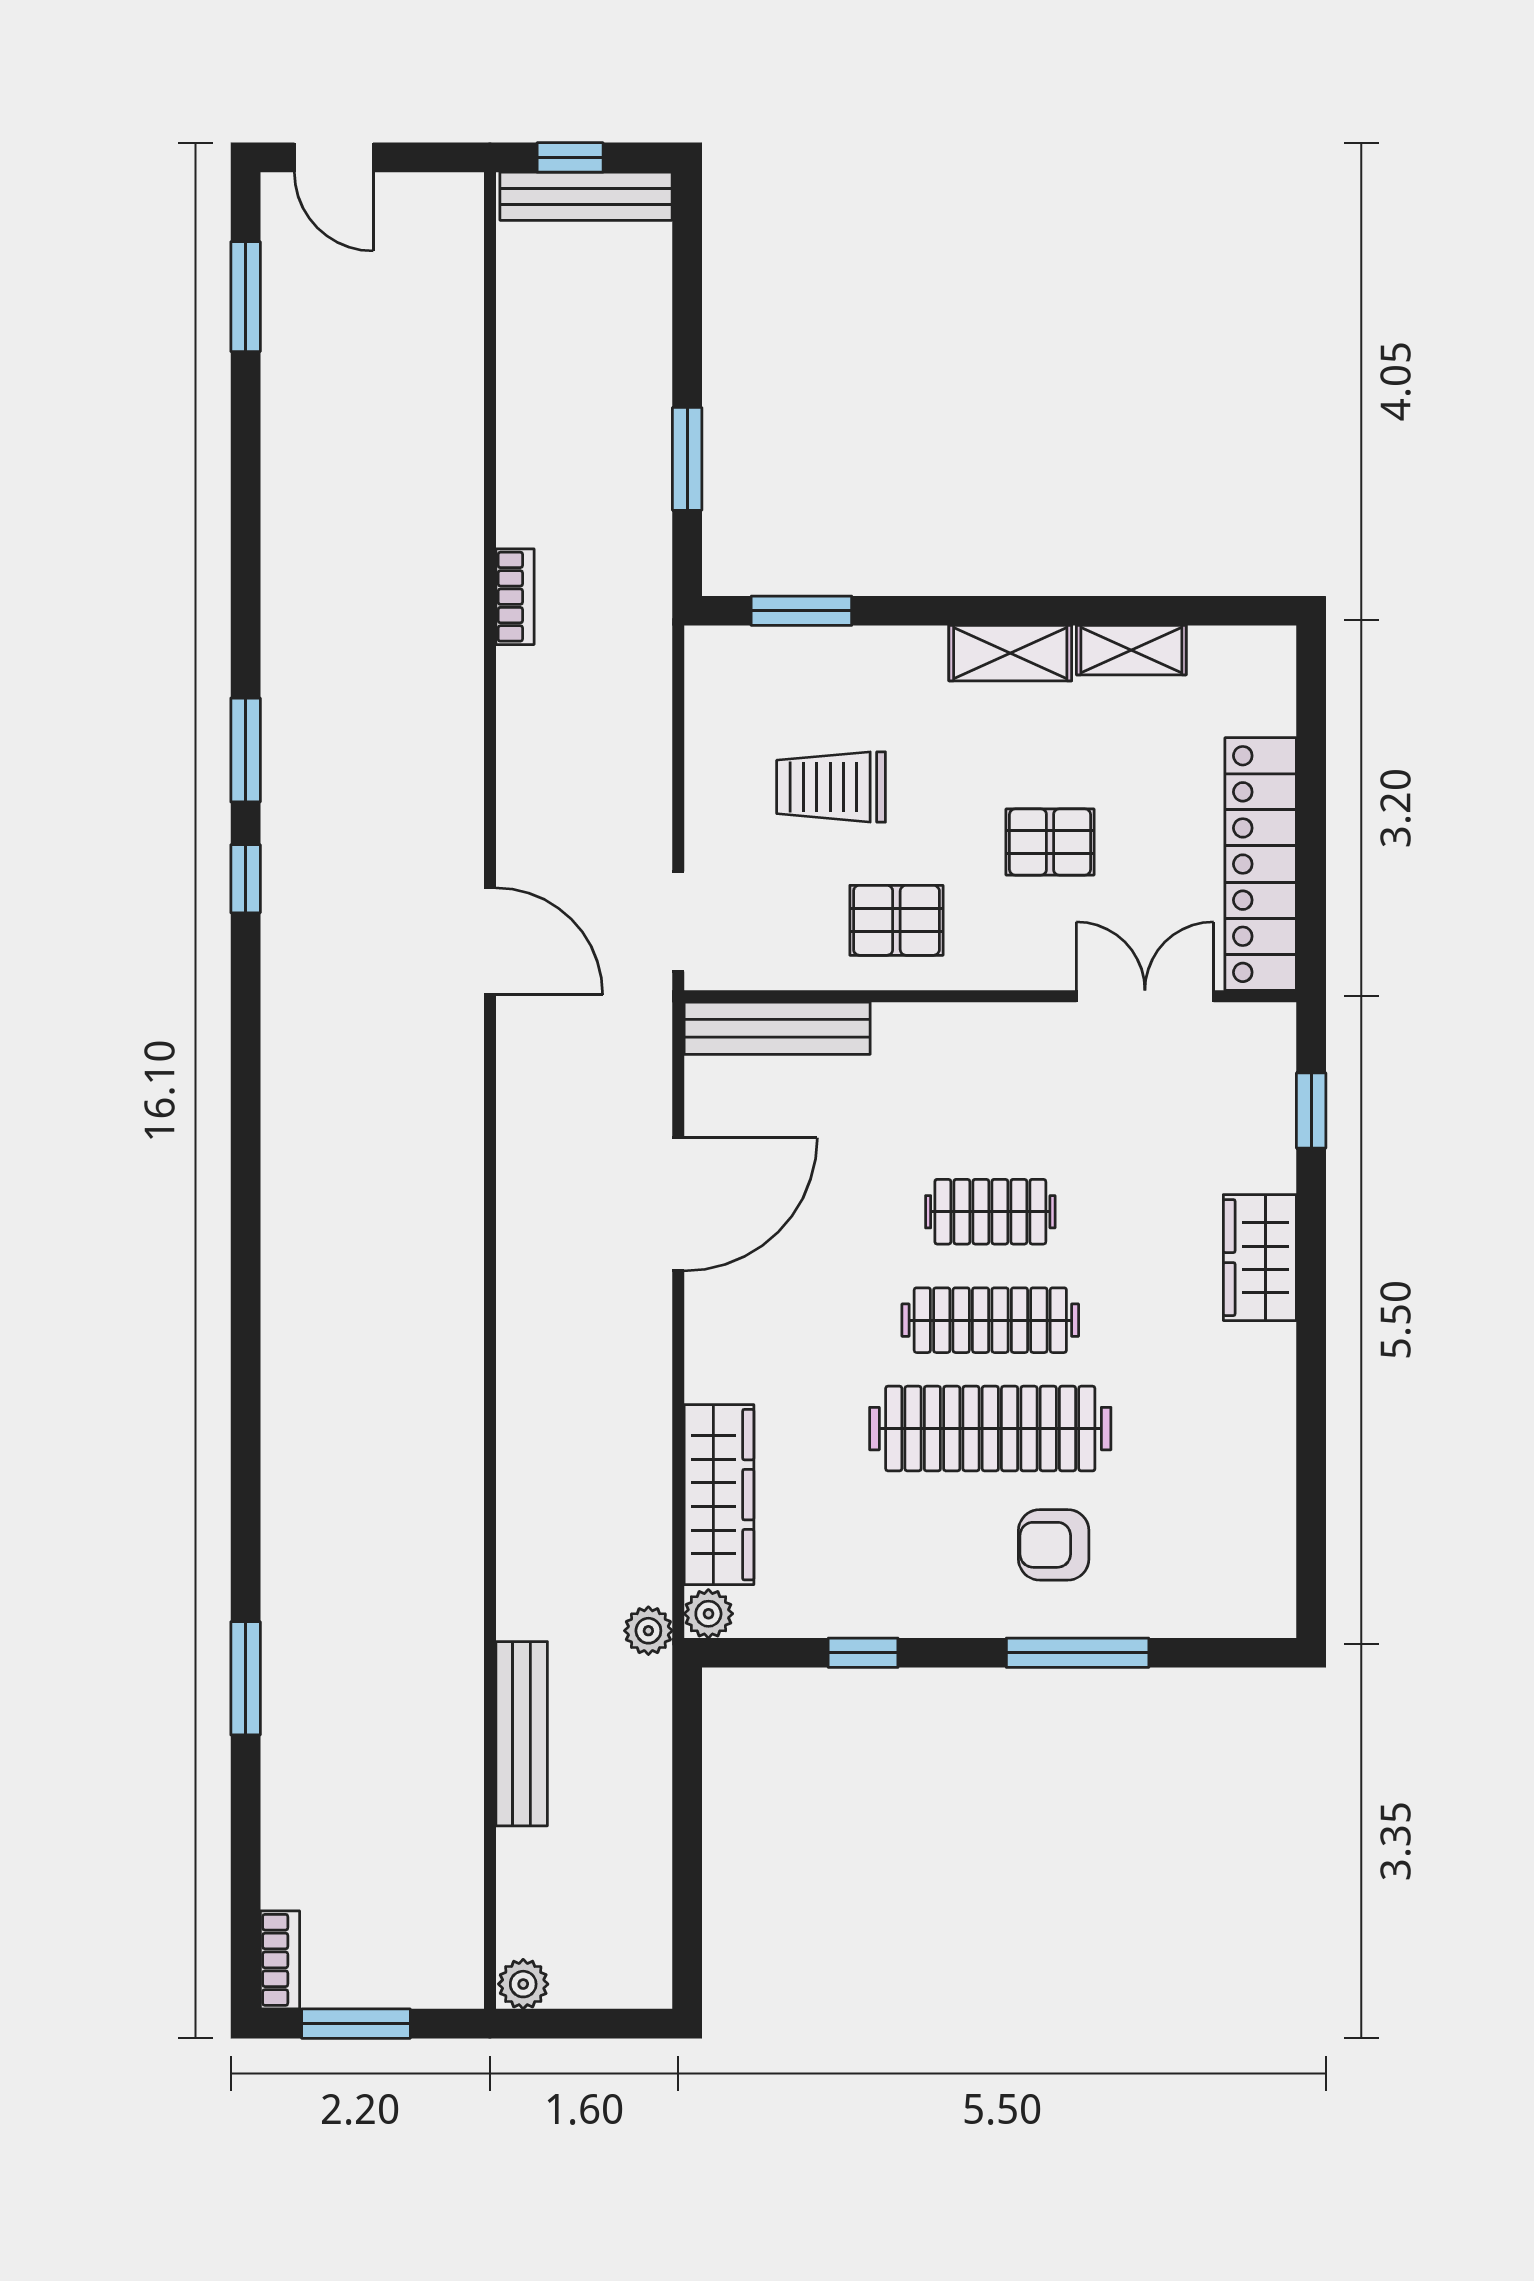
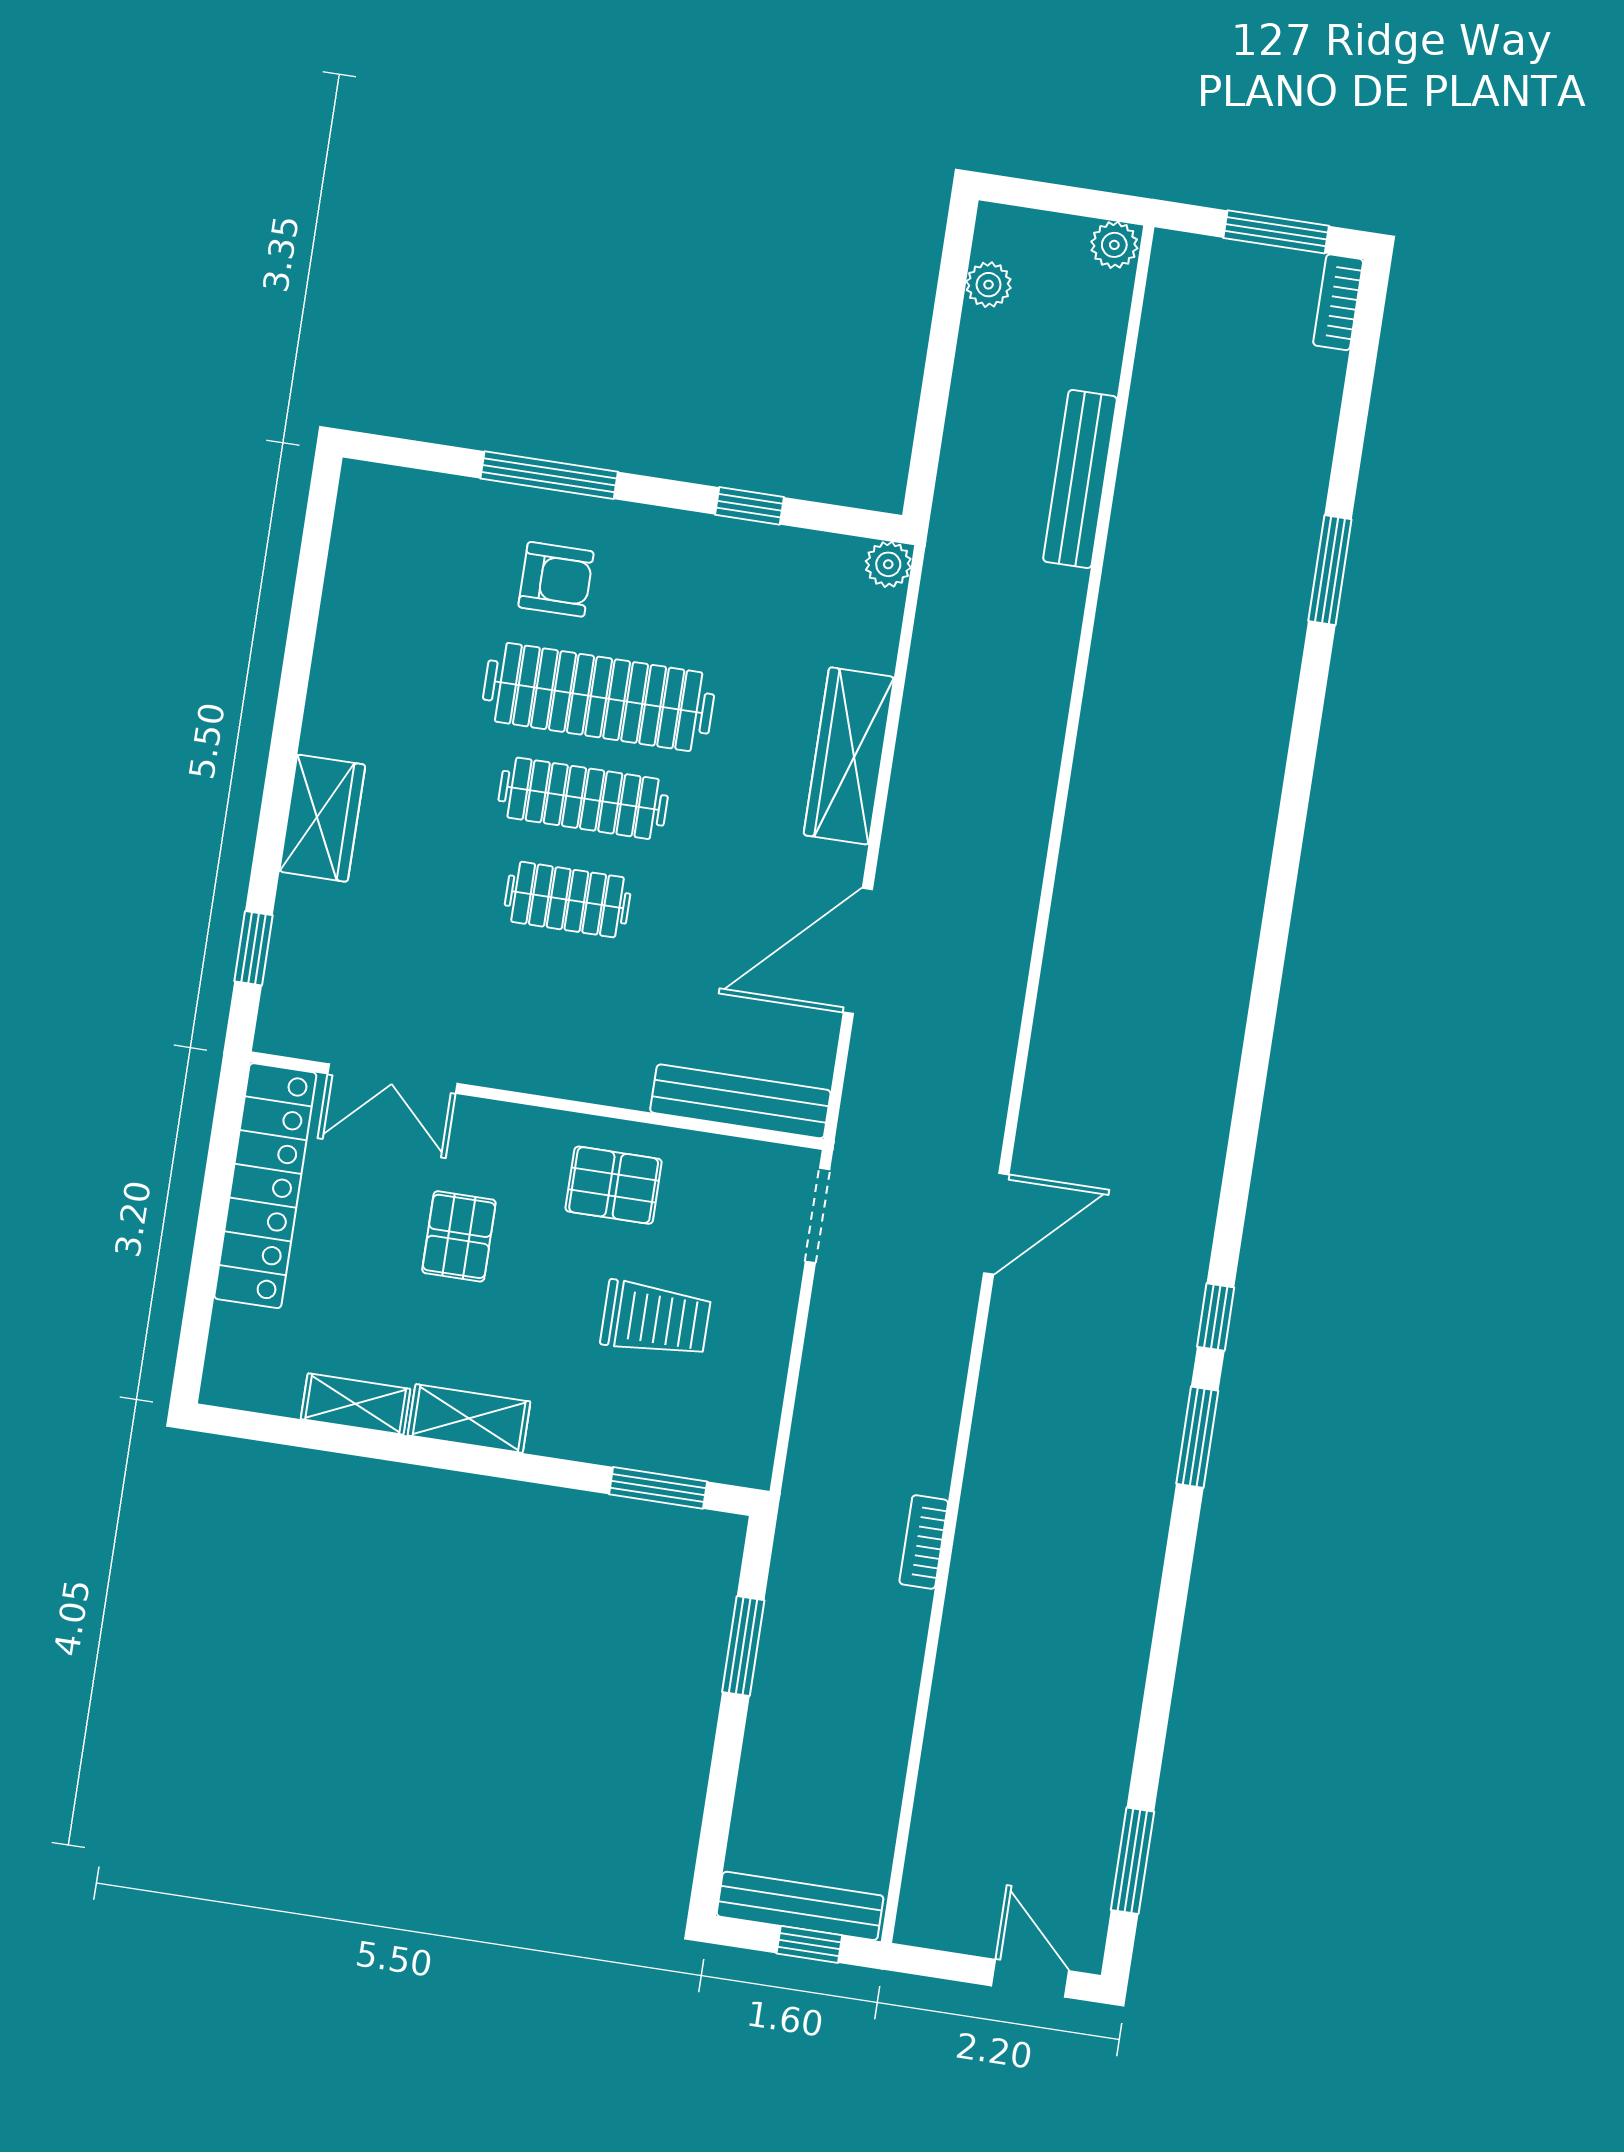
pallet: (1050, 842) -> (459, 1236), turned 90
door: (490, 941) -> (996, 1224), swing flipped
wardrobe: (719, 1495) -> (849, 756), moved
plant: (648, 1631) -> (989, 285), moved

